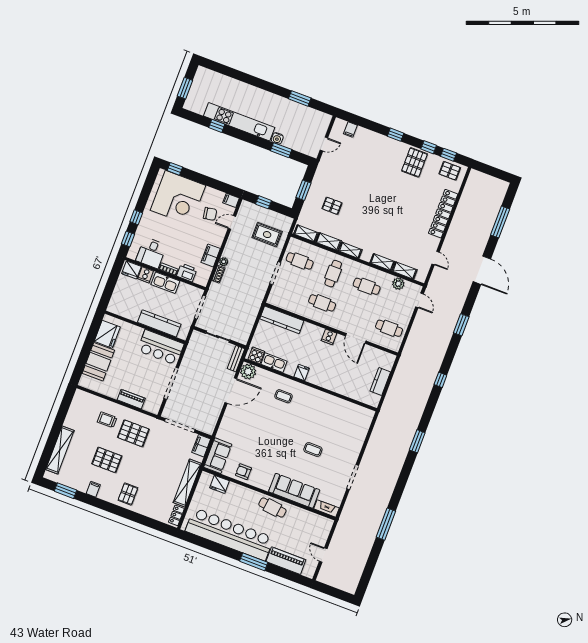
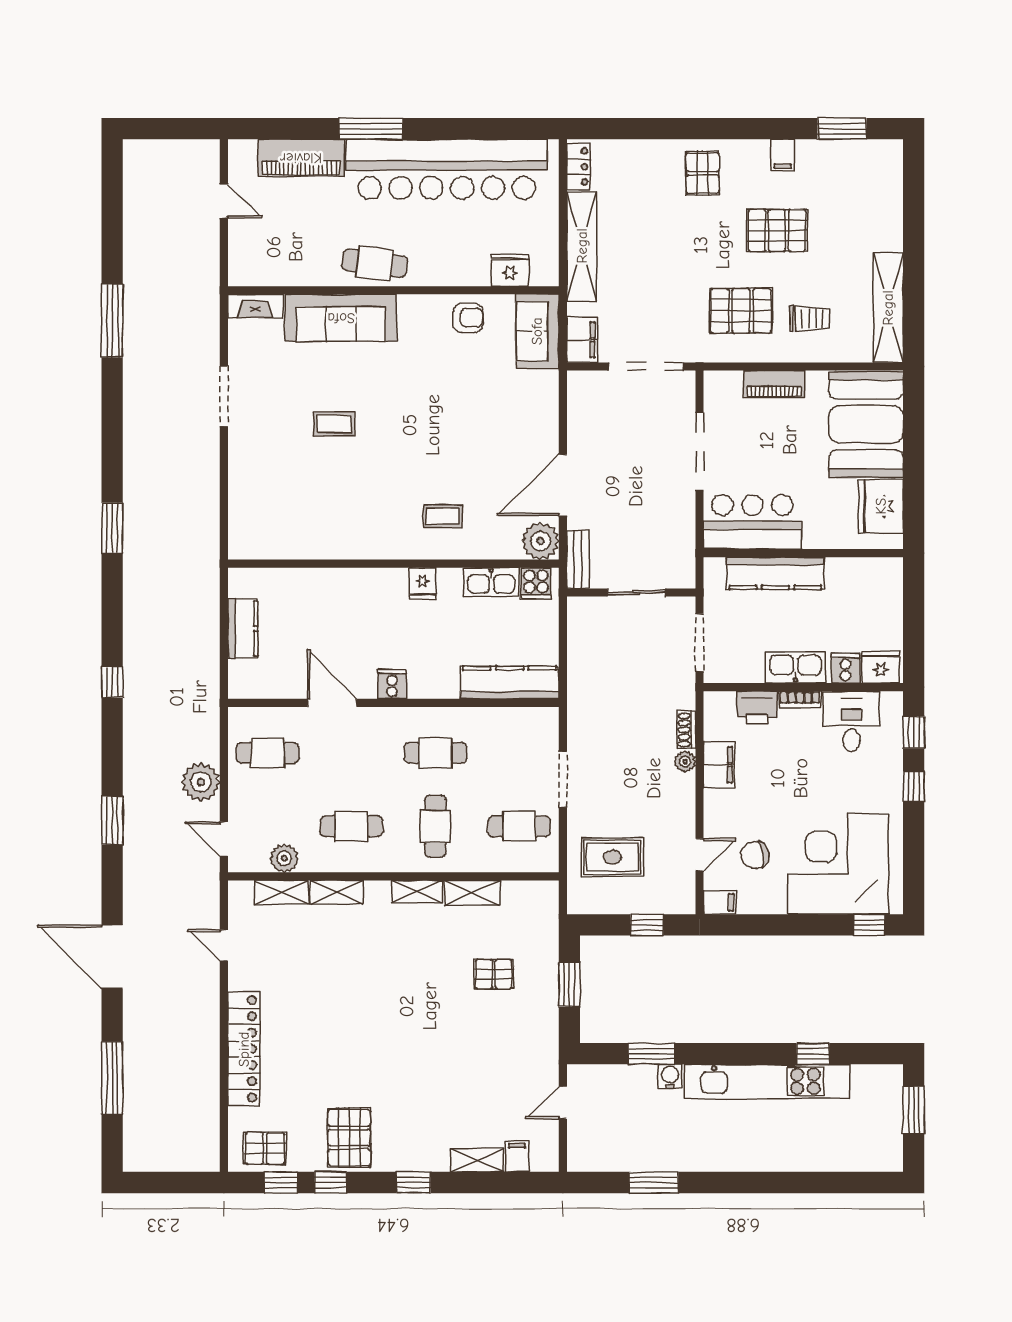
shelving: (306, 233) -> (477, 1160), moved
plant: (420, 327) -> (201, 782), added
booth: (98, 362) -> (866, 424), width x1.36, depth x1.42
shelving: (60, 450) -> (888, 308), moved

